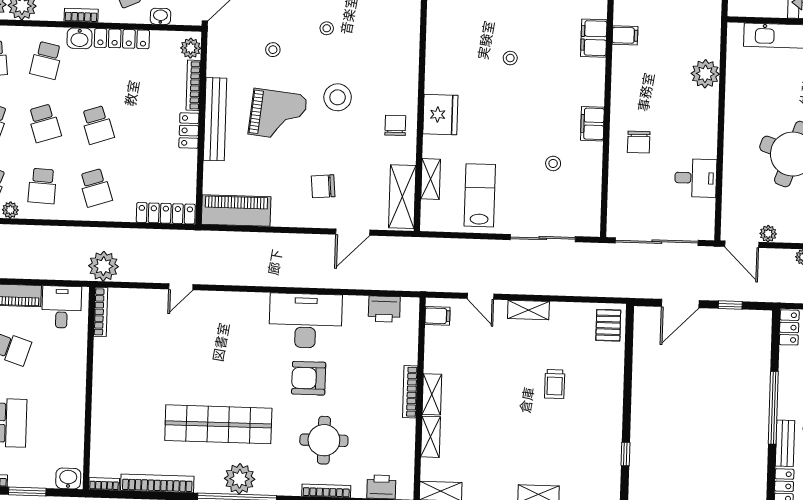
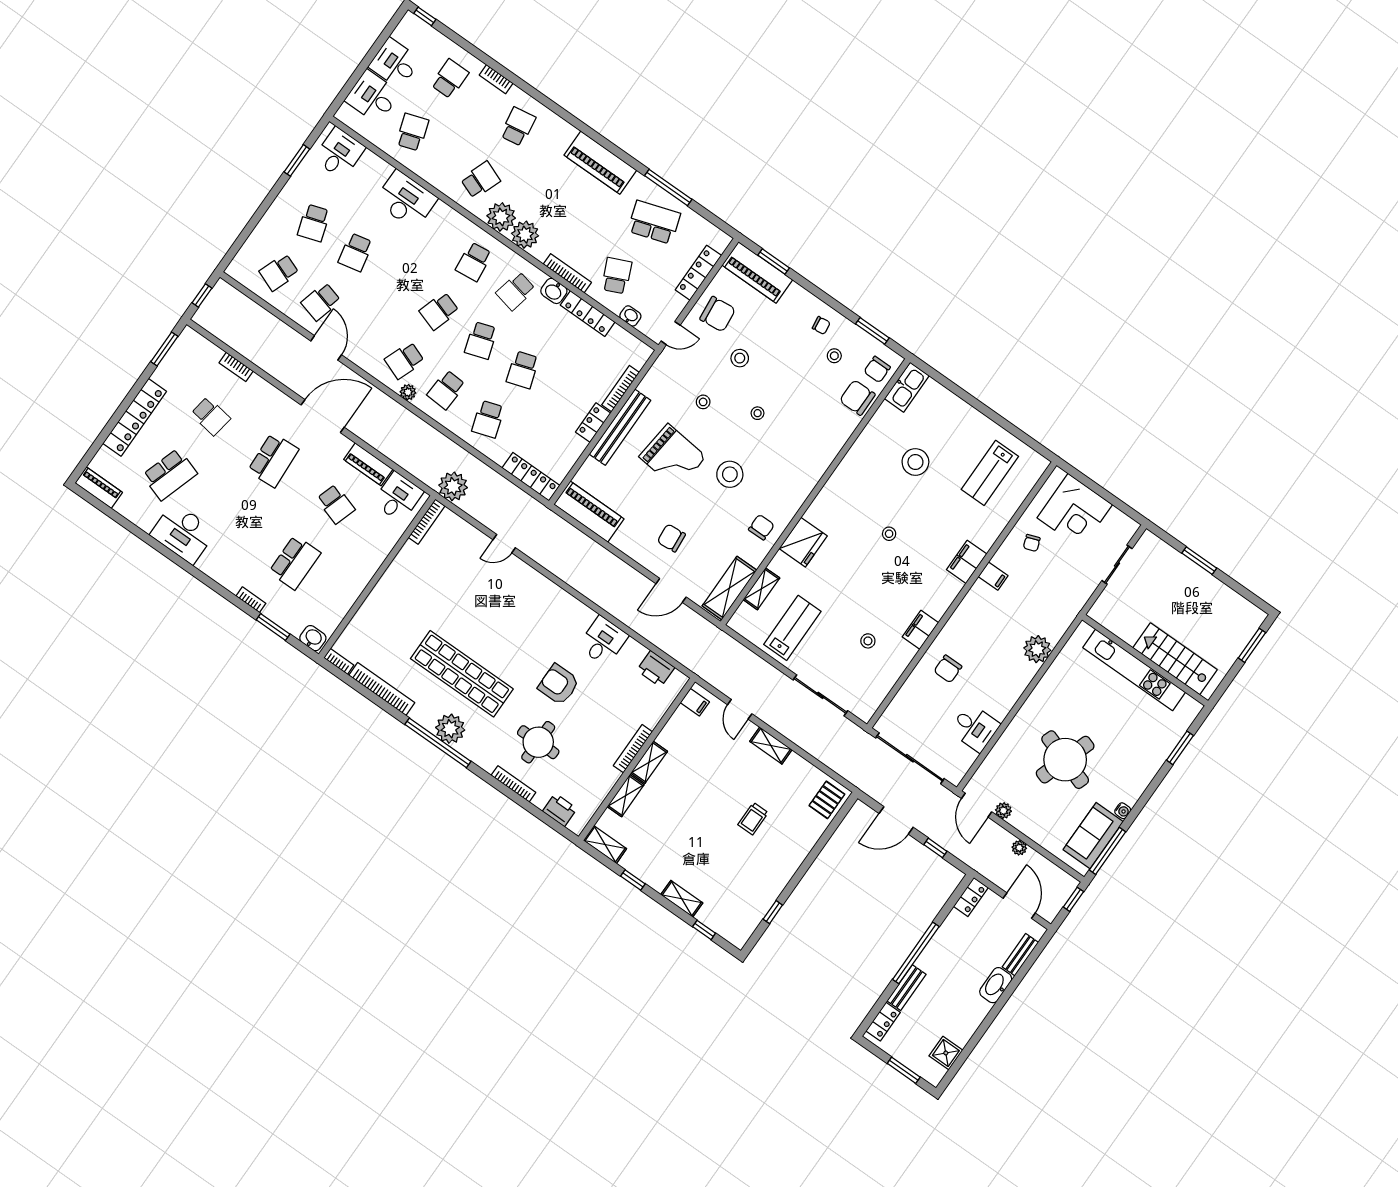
bookcase: (81, 15) -> (567, 273), width x1.56
plant: (191, 48) -> (638, 357), removed
desk: (306, 321) -> (603, 641), width x0.53, depth x0.77

